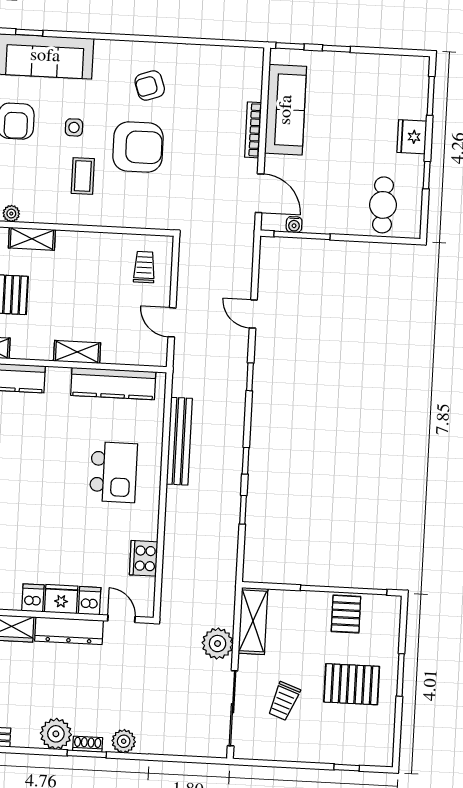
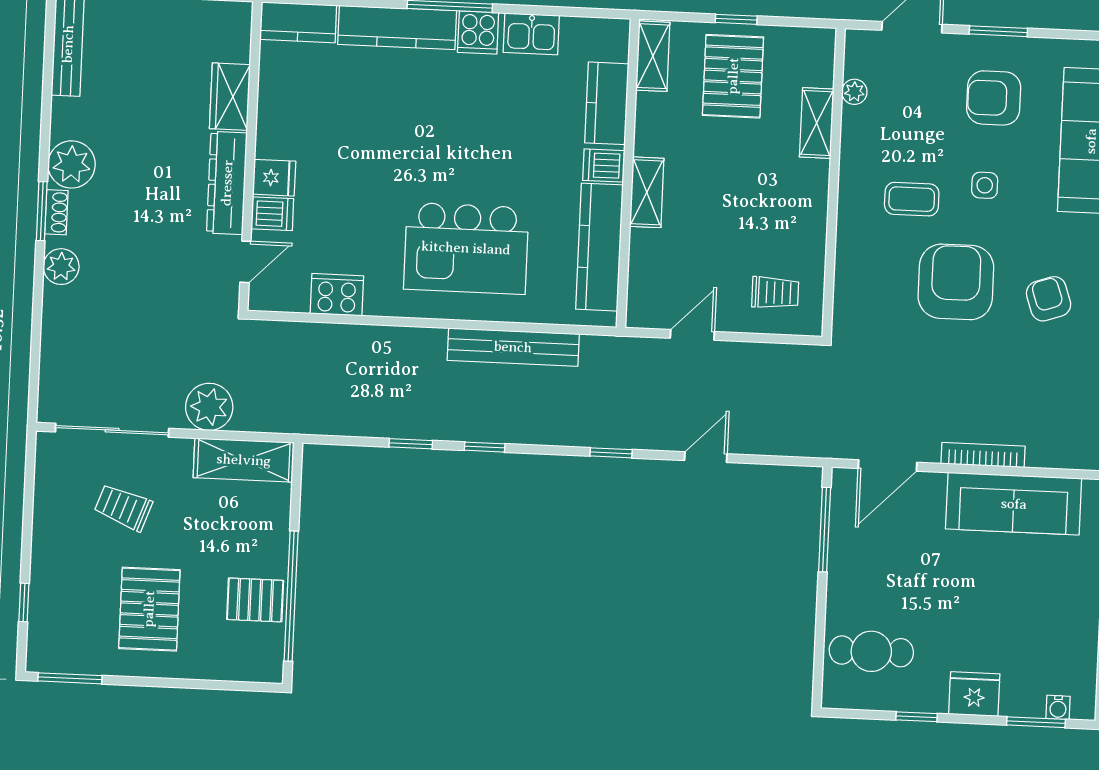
armchair: (138, 147) -> (956, 282), turned 180
water cooler: (294, 224) -> (1058, 707), moved, turned -90
kitchen island: (114, 472) -> (466, 248), width x1.37, depth x1.28
dishwasher: (33, 598) -> (604, 165), moved, turned 180
fridge: (61, 599) -> (274, 178), width x0.72
window: (400, 675) -> (70, 678), moved

